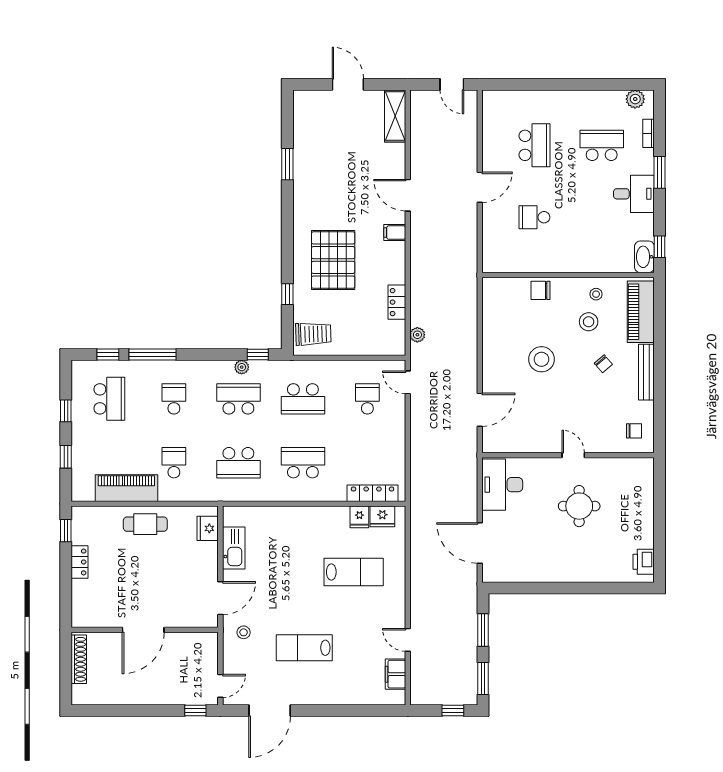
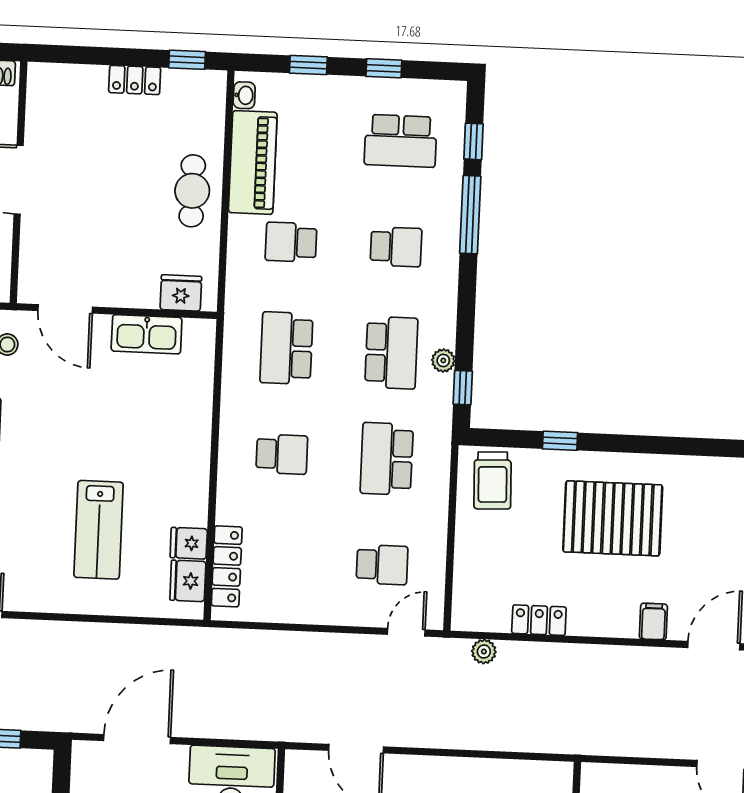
school desk: (174, 463) -> (291, 242), turned 180
school desk: (303, 463) -> (282, 454), width x0.54
washbasin: (86, 495) -> (244, 95), added

